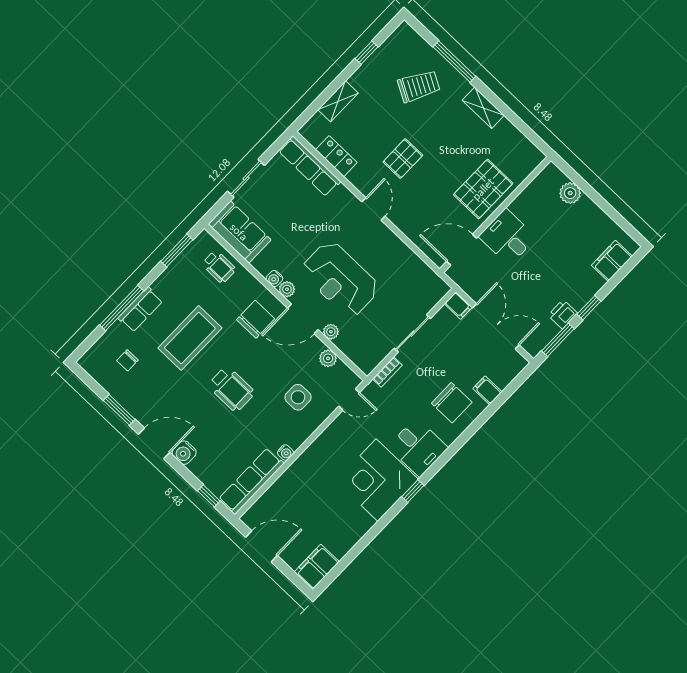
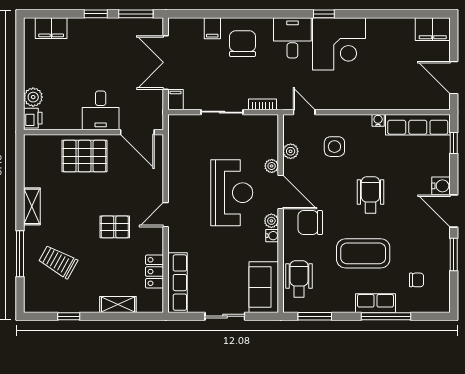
wheelchair: (219, 267) -> (299, 279), width x1.36, depth x1.37
printer: (563, 314) -> (33, 118), moved, turned -90

